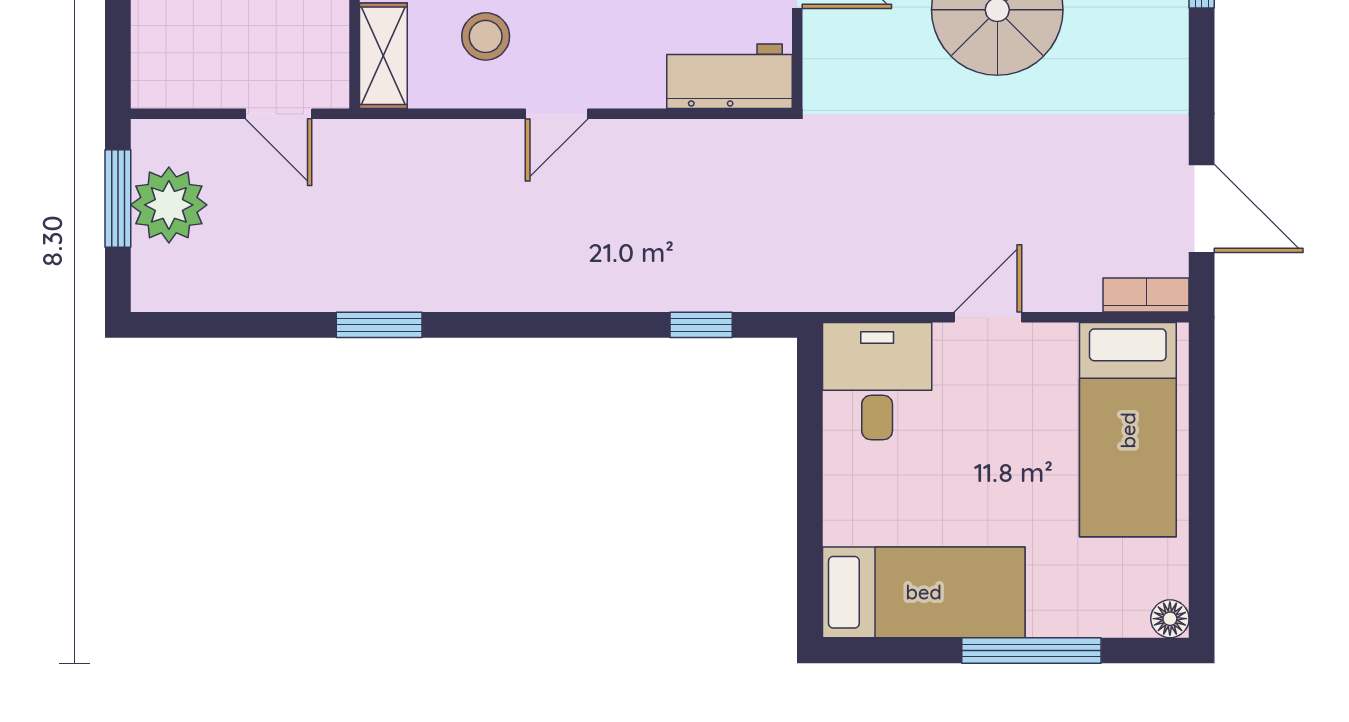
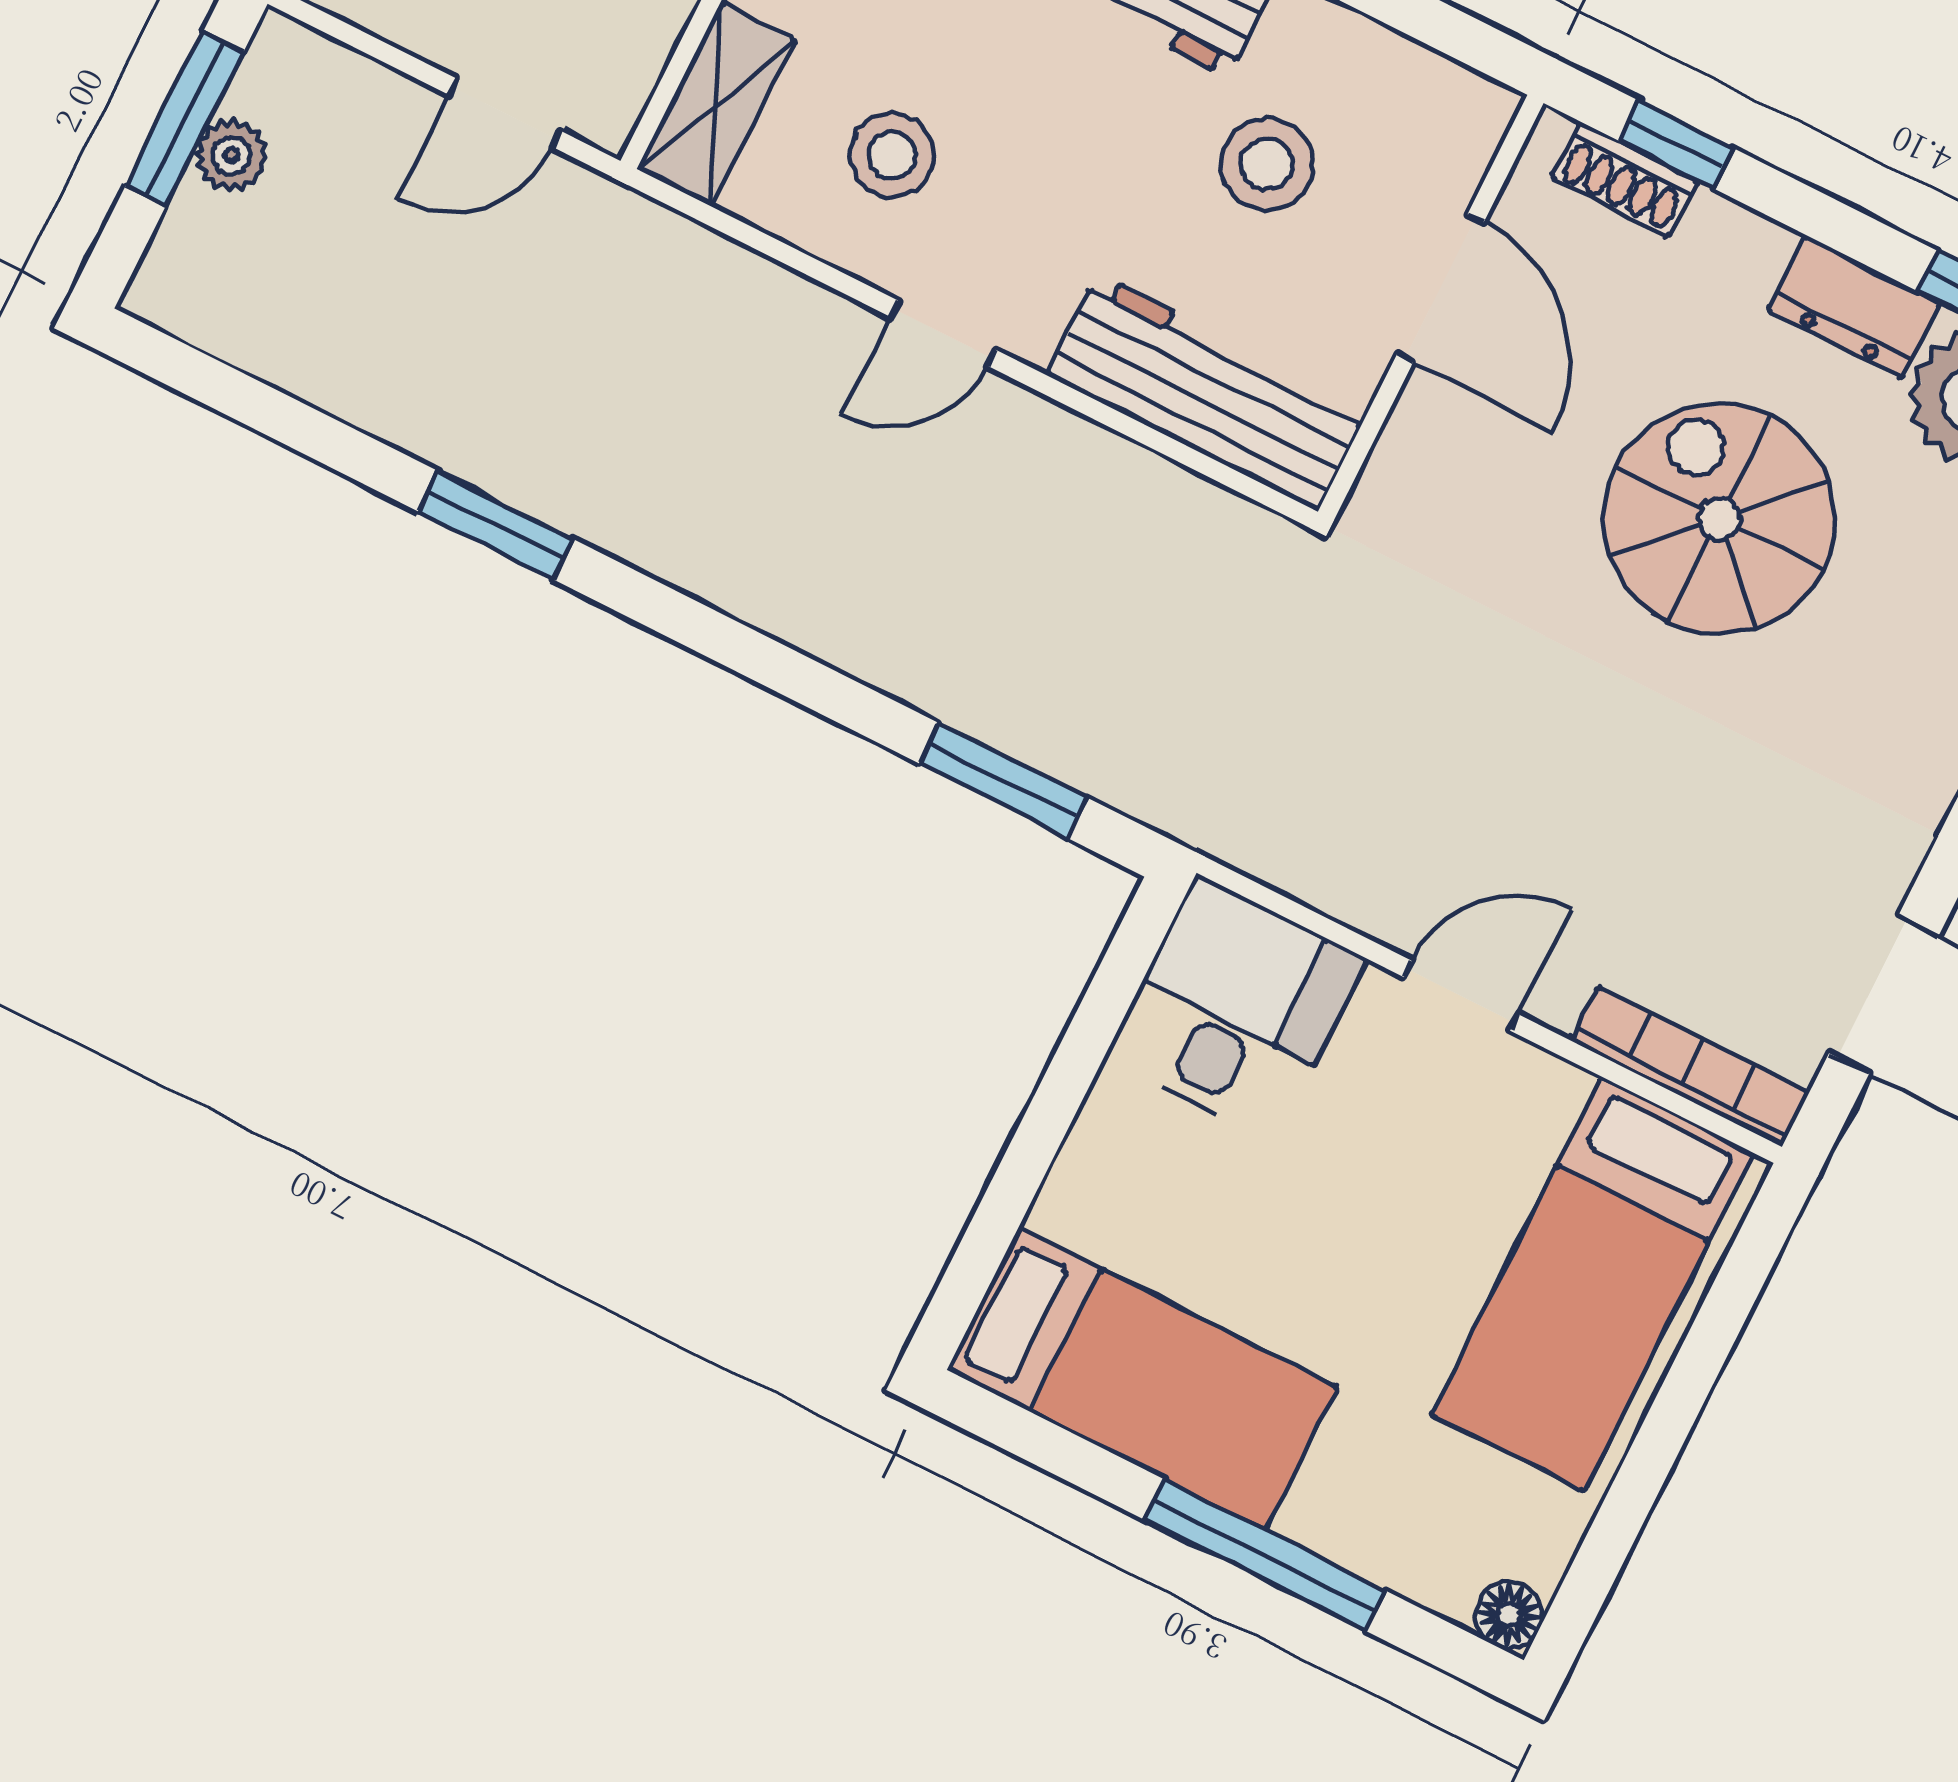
workbench: (729, 76) -> (1208, 393), width x1.38
door: (279, 114) -> (505, 113), hinge flipped
plant: (169, 205) -> (231, 155), width x0.53, depth x0.53
bookcase: (1146, 295) -> (1690, 1067), width x1.56
window: (701, 325) -> (1003, 780), width x1.50

